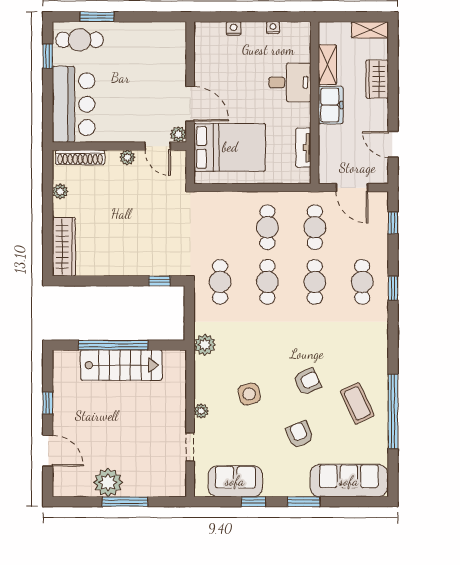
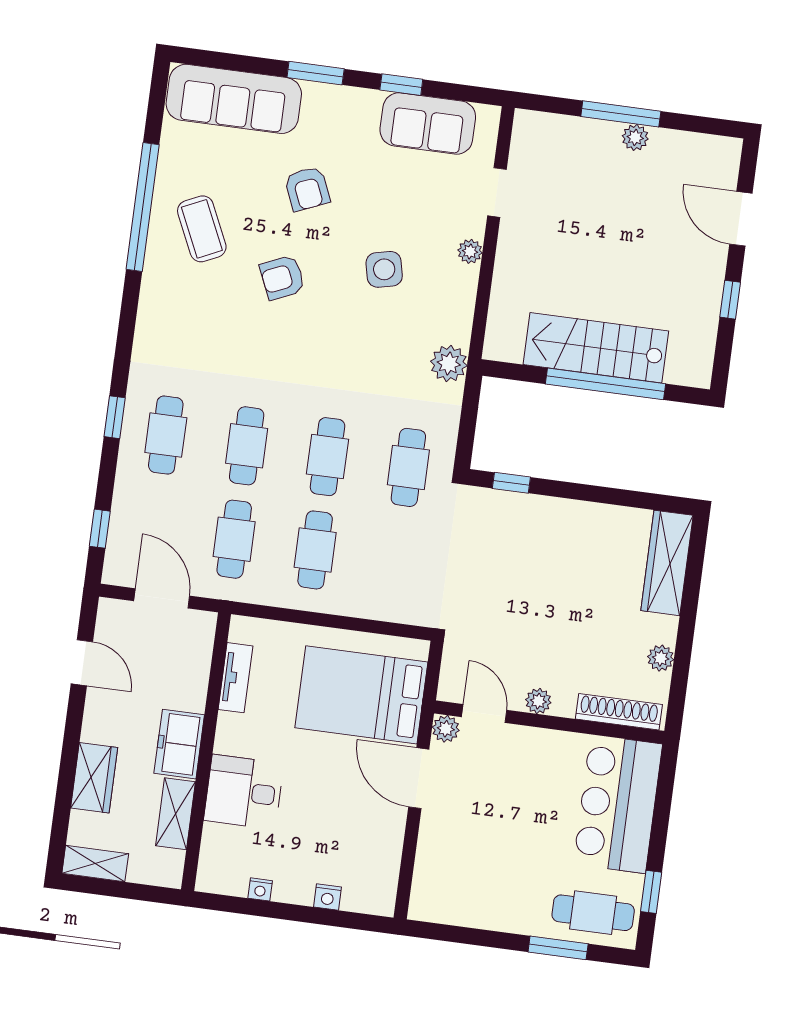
plant: (108, 482) -> (635, 137), width x0.53, depth x0.53

